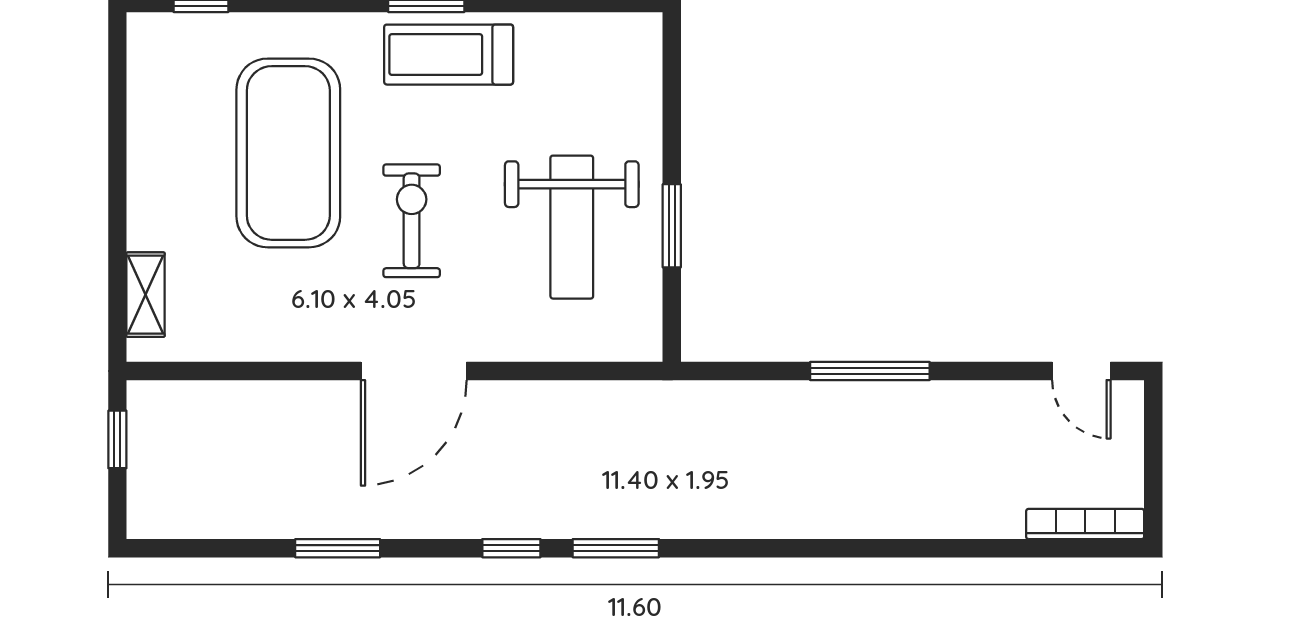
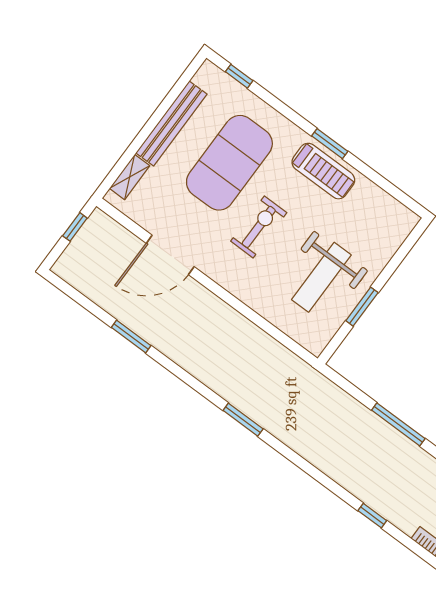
treadmill: (449, 55) -> (323, 171), turned 180
bench: (149, 159) -> (171, 123), added
door: (414, 371) -> (170, 255), moved
window: (511, 548) -> (372, 516), moved

